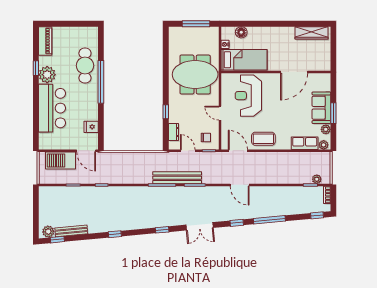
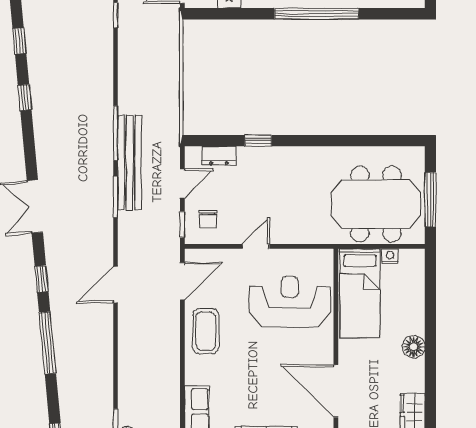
floor lamp: (241, 32) -> (414, 347), moved
meeting table: (195, 74) -> (376, 204), moved, turned 90
window: (162, 230) -> (25, 98), moved

